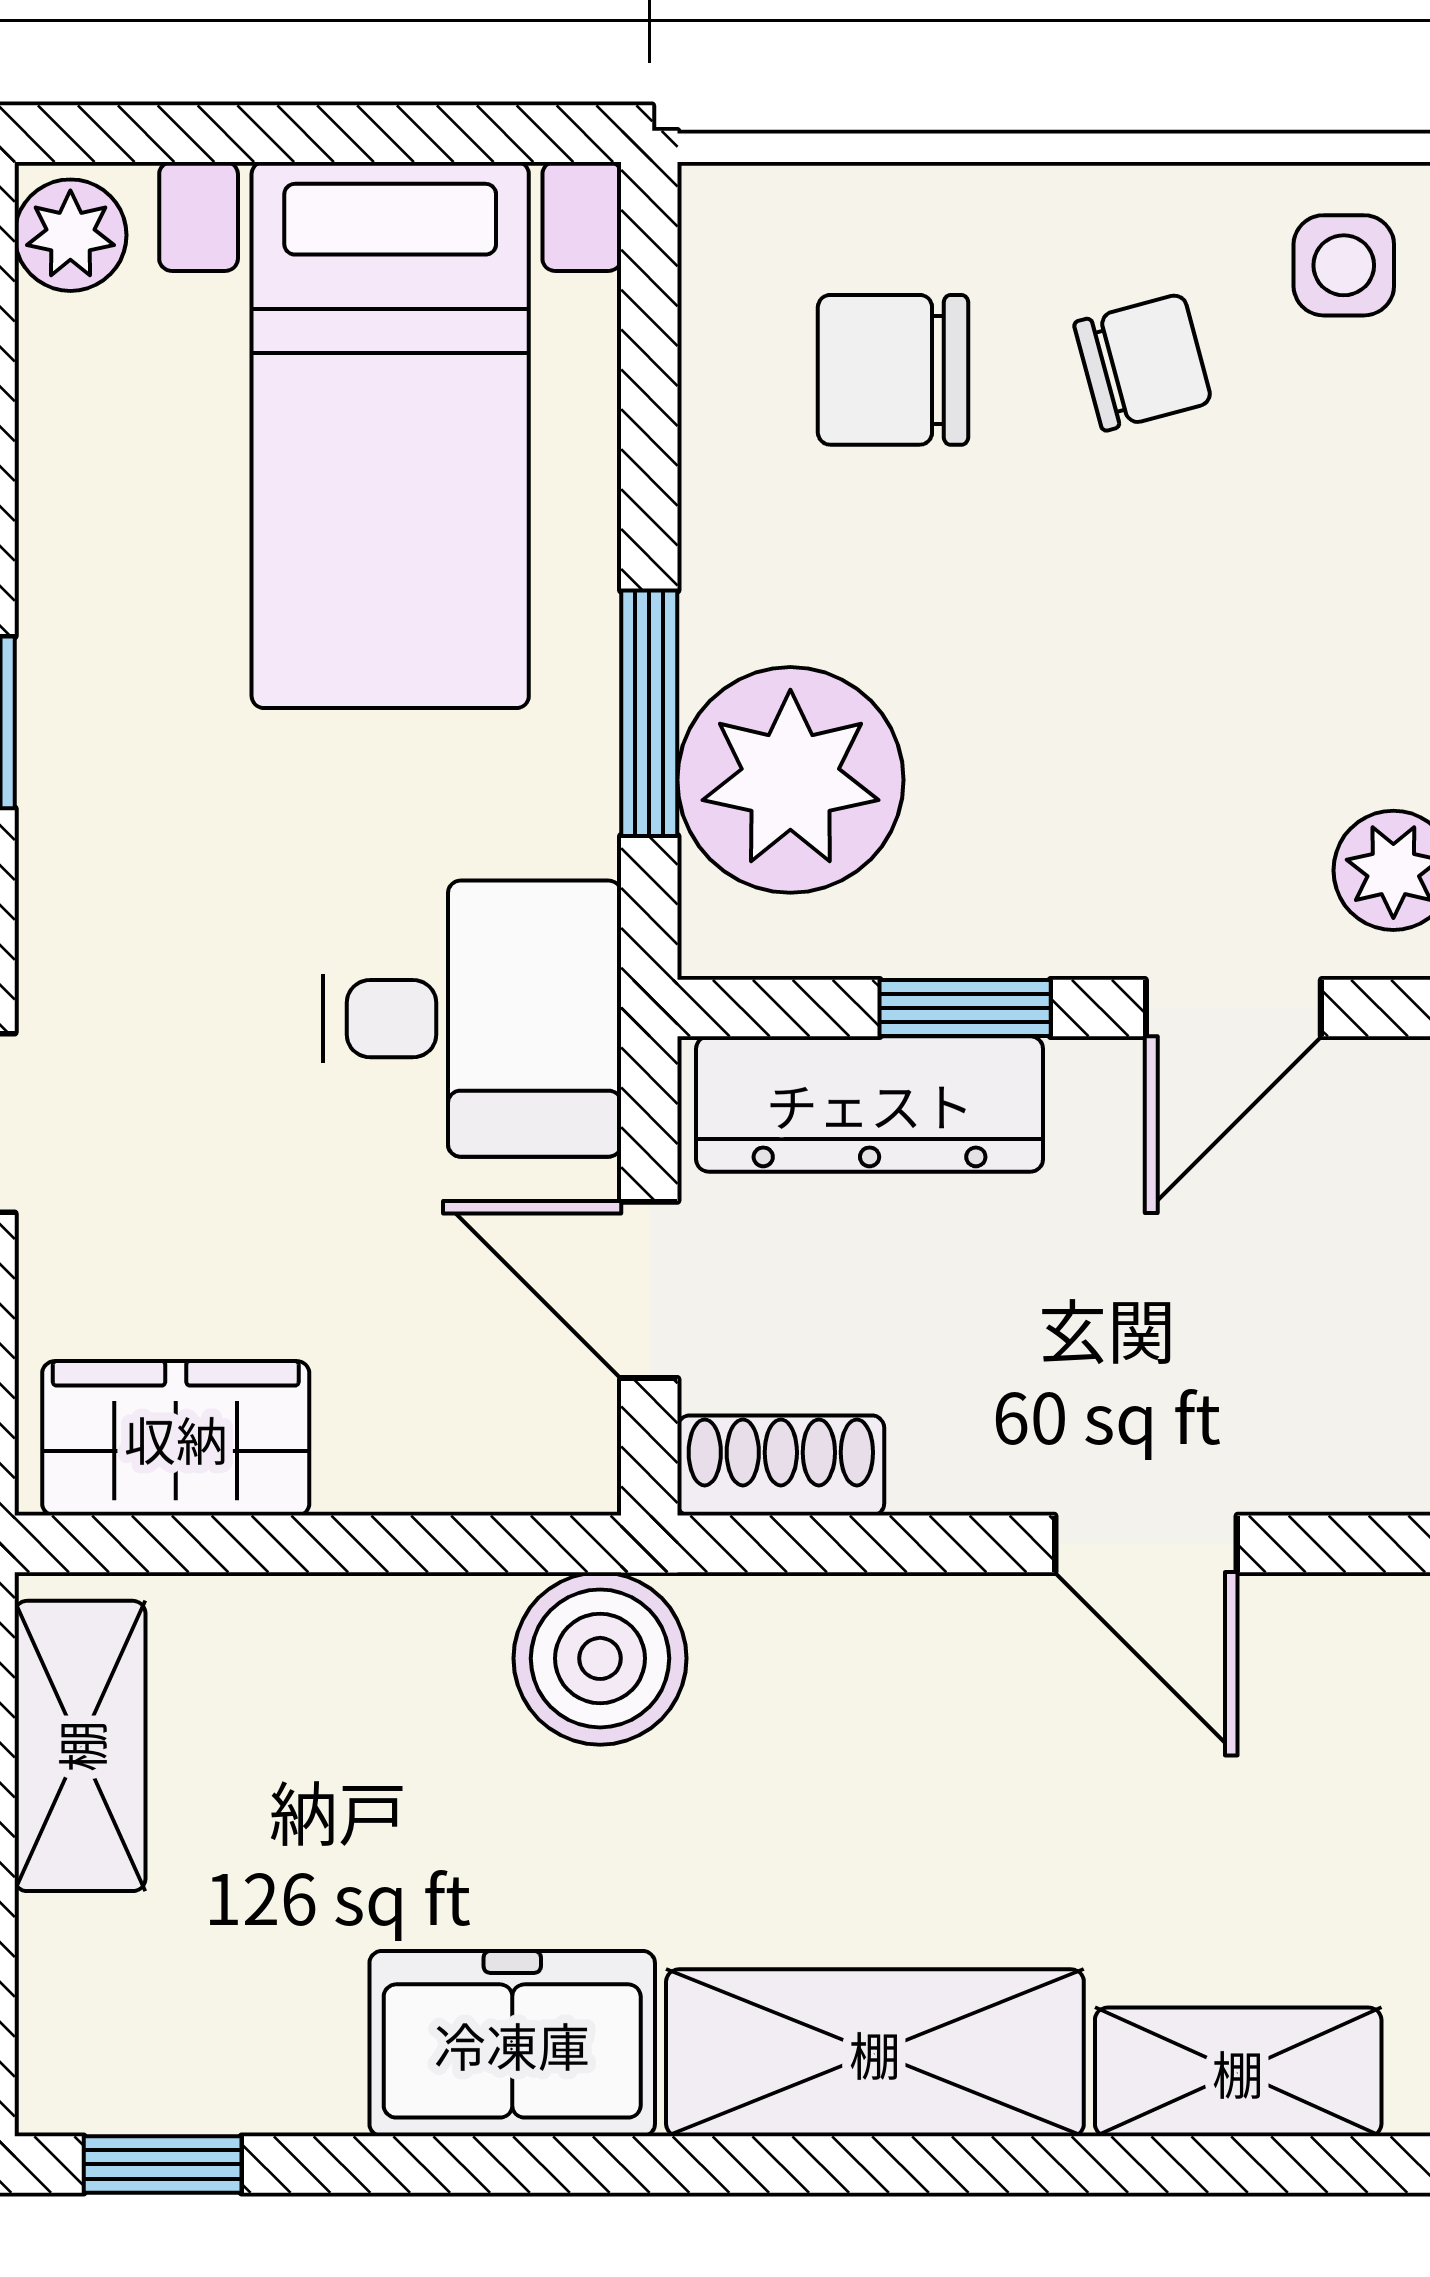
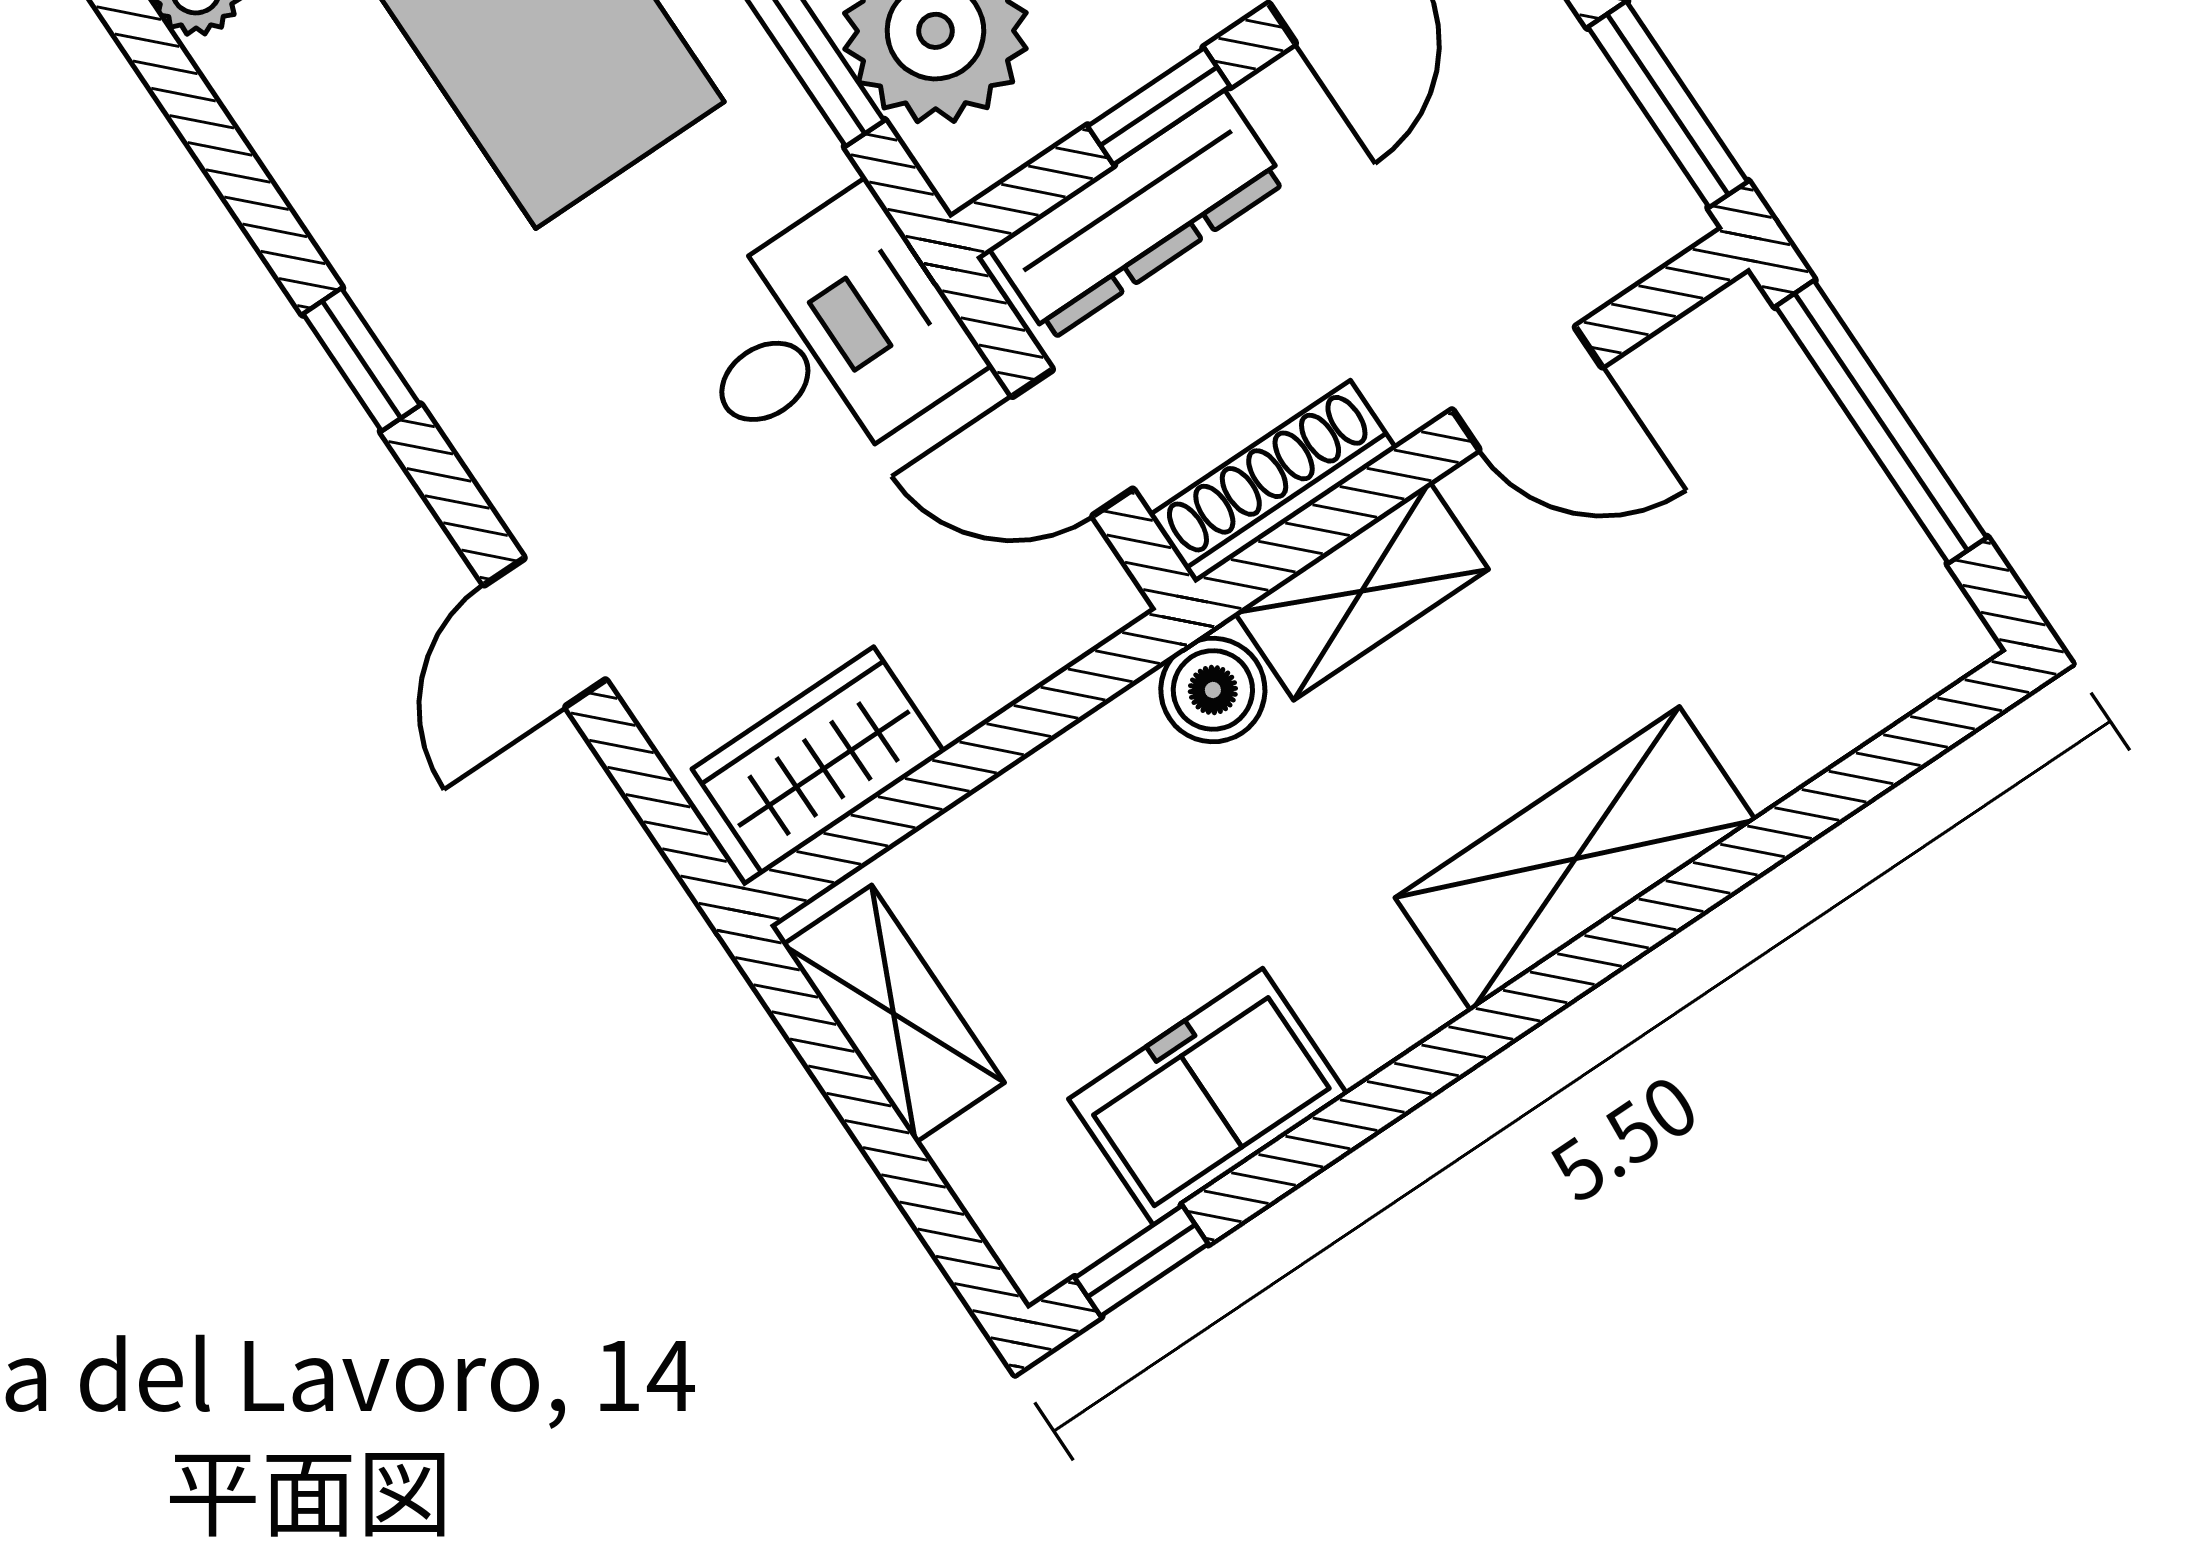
shoe rack: (781, 1466) -> (1273, 482), width x1.43
boiler: (600, 1658) -> (1213, 690), width x0.73, depth x0.73
freezer: (512, 2044) -> (1208, 1097), moved
shelving: (1238, 2072) -> (1362, 591), moved

